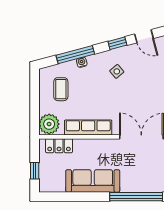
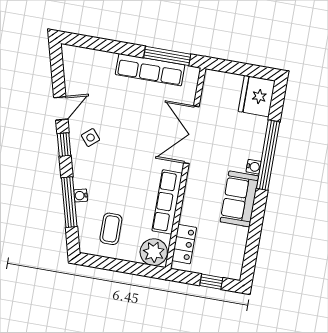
side table: (117, 71) -> (91, 138), moved
coffee table: (61, 89) -> (111, 229), turned 90
sofa: (93, 181) -> (239, 199), width x0.73
water cooler: (126, 187) -> (254, 167), added

